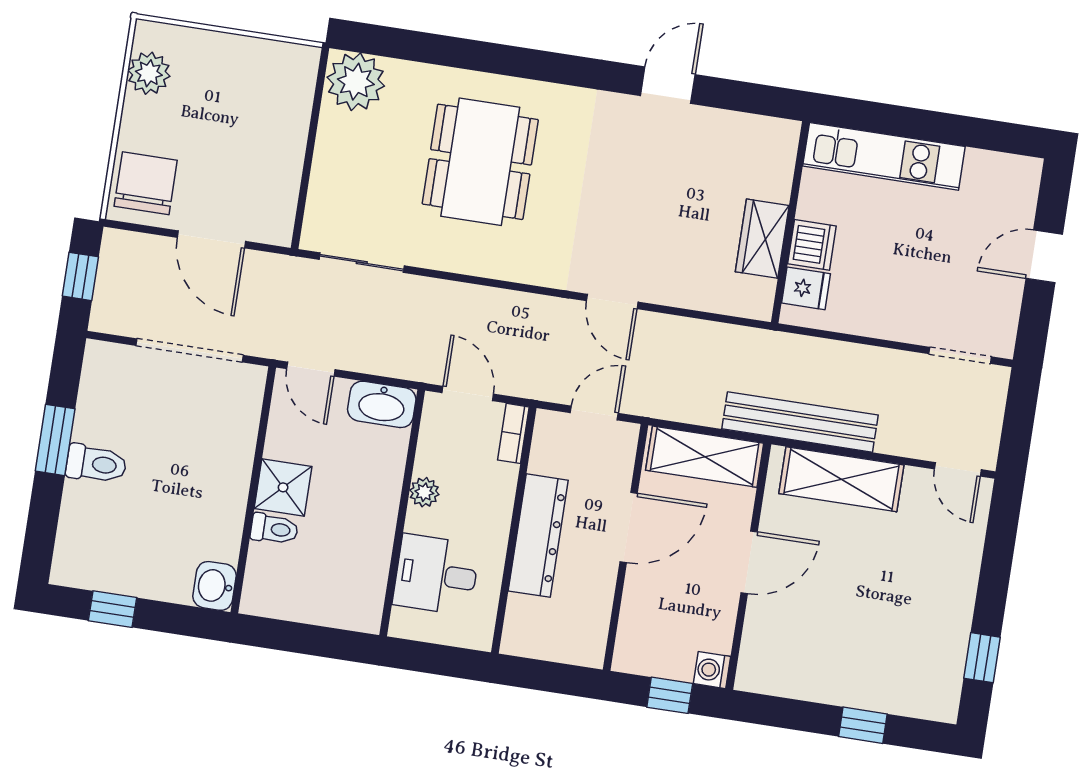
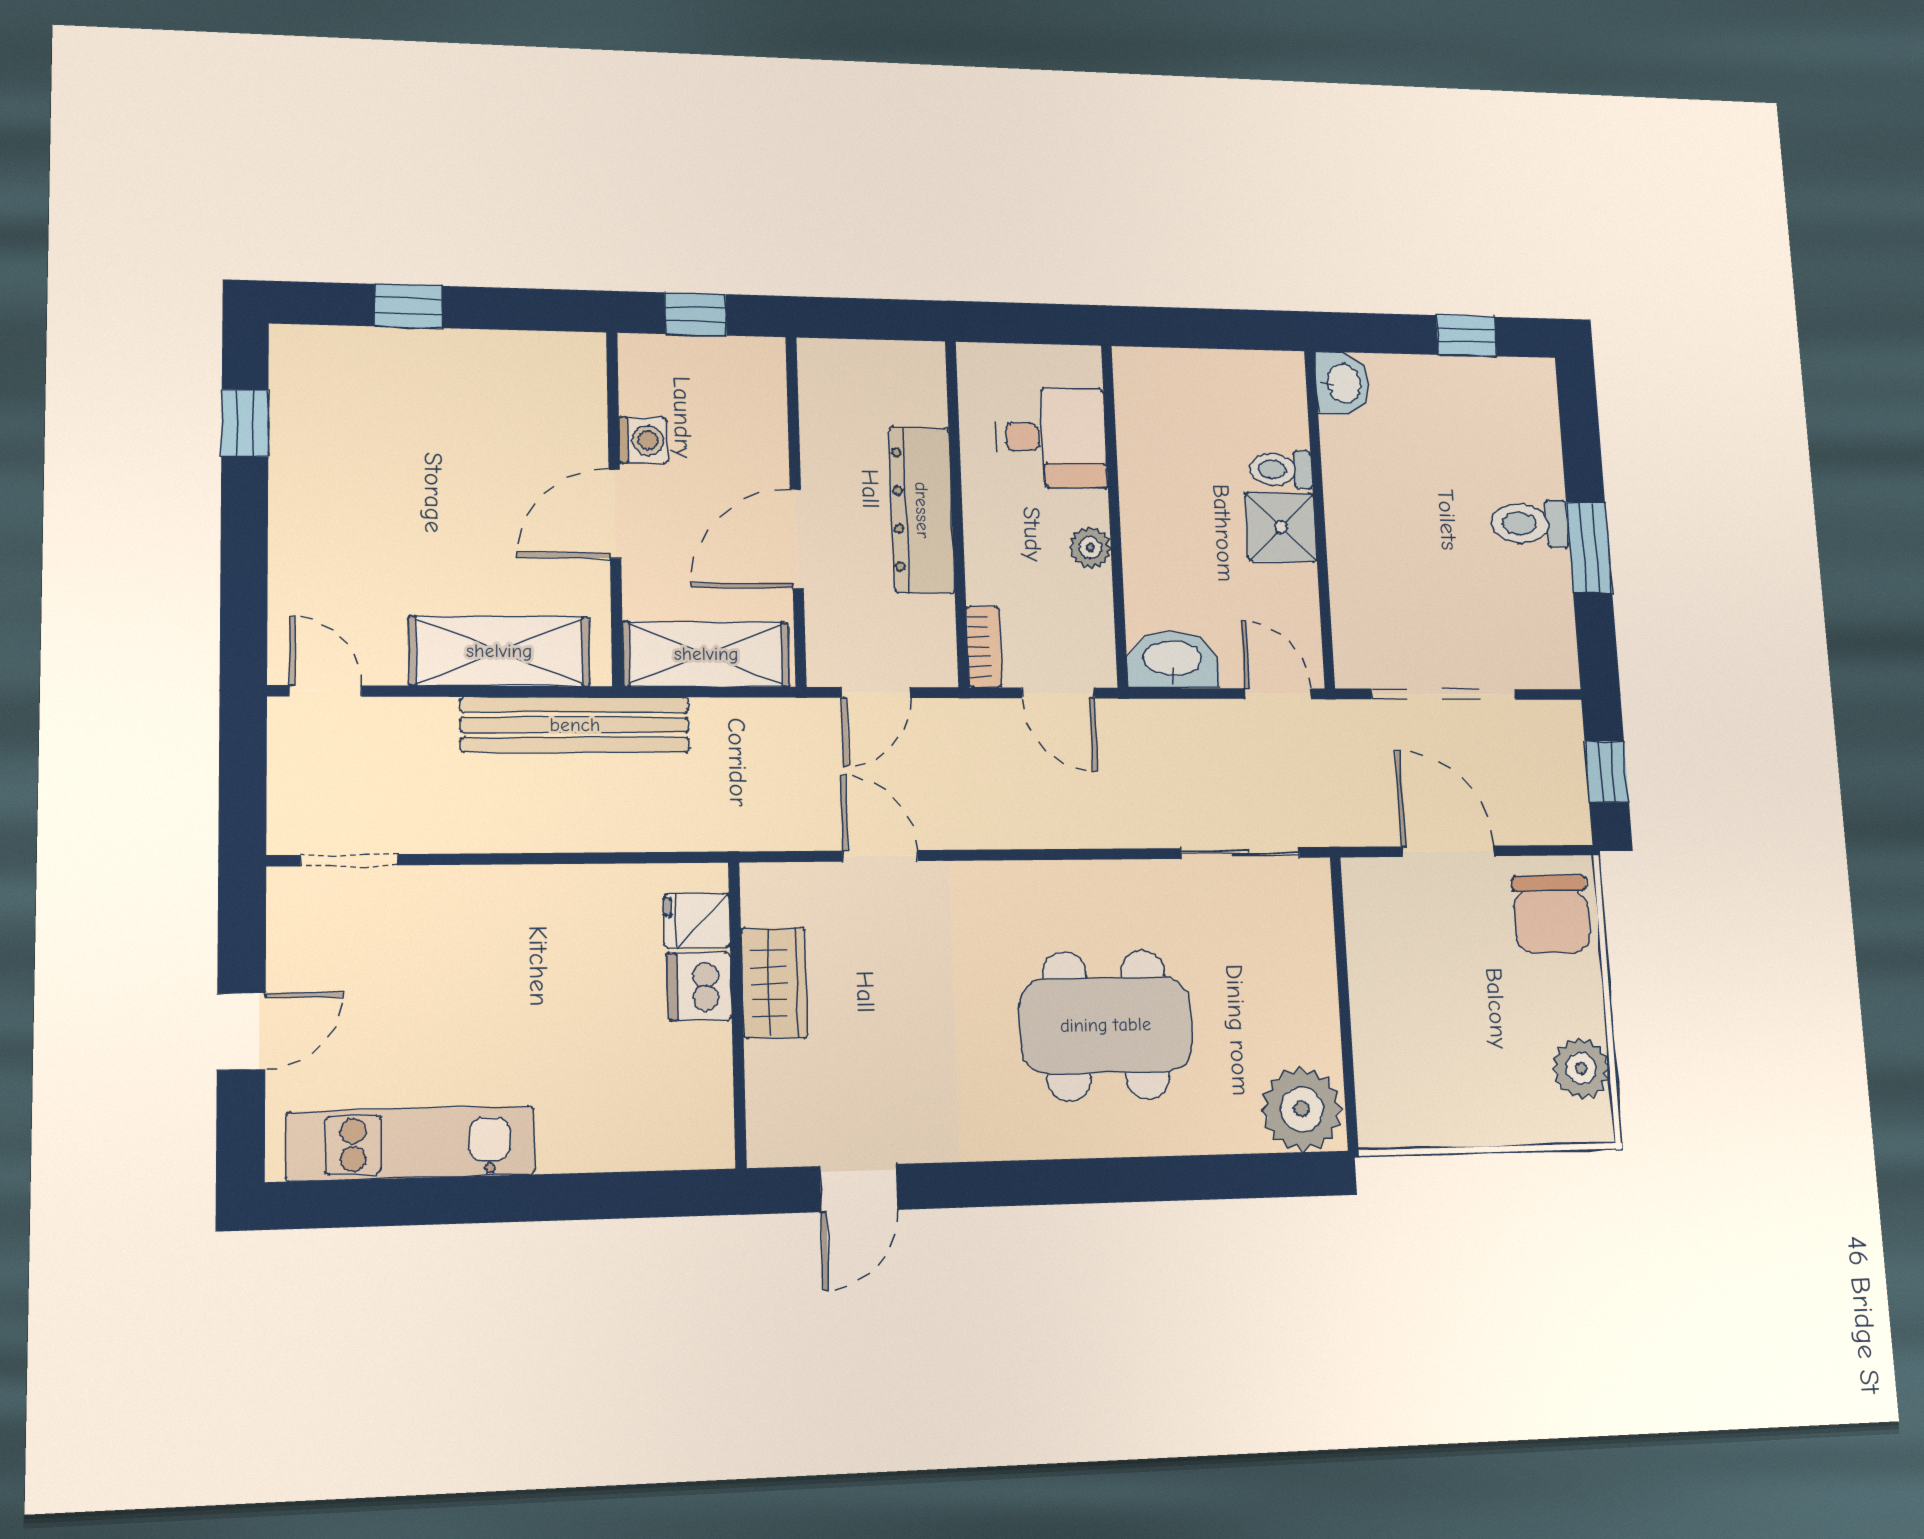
kitchen unit: (884, 156) -> (411, 1143), moved
dining table: (480, 162) -> (1106, 1025), turned 90
wall: (790, 222) -> (737, 1014), moved
wardrobe: (762, 239) -> (774, 983), moved
dishwasher: (812, 245) -> (699, 986), moved
fridge: (806, 288) -> (697, 921), moved
washing machine: (712, 670) -> (643, 440), moved

